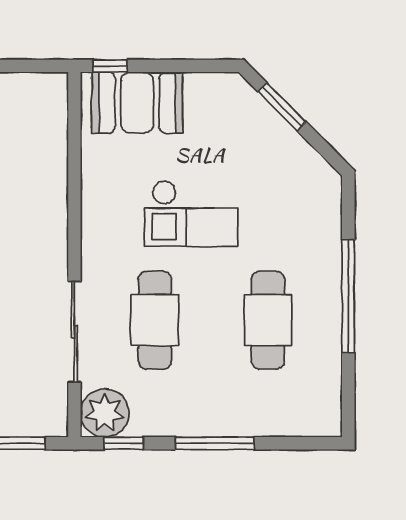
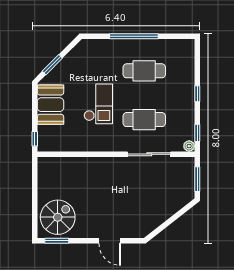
booth: (137, 103) -> (50, 105), moved
plant: (105, 413) -> (189, 146), width x0.53, depth x0.53
window: (215, 443) -> (197, 94), width x0.46

